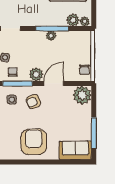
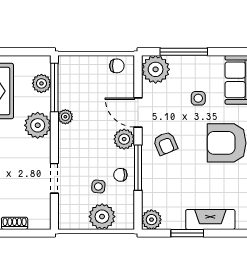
plant: (85, 21) -> (38, 125), moved, width x1.87, depth x1.87
window: (52, 28) -> (54, 88), moved
side table: (12, 100) -> (198, 98), moved
window: (94, 133) -> (184, 52), moved

